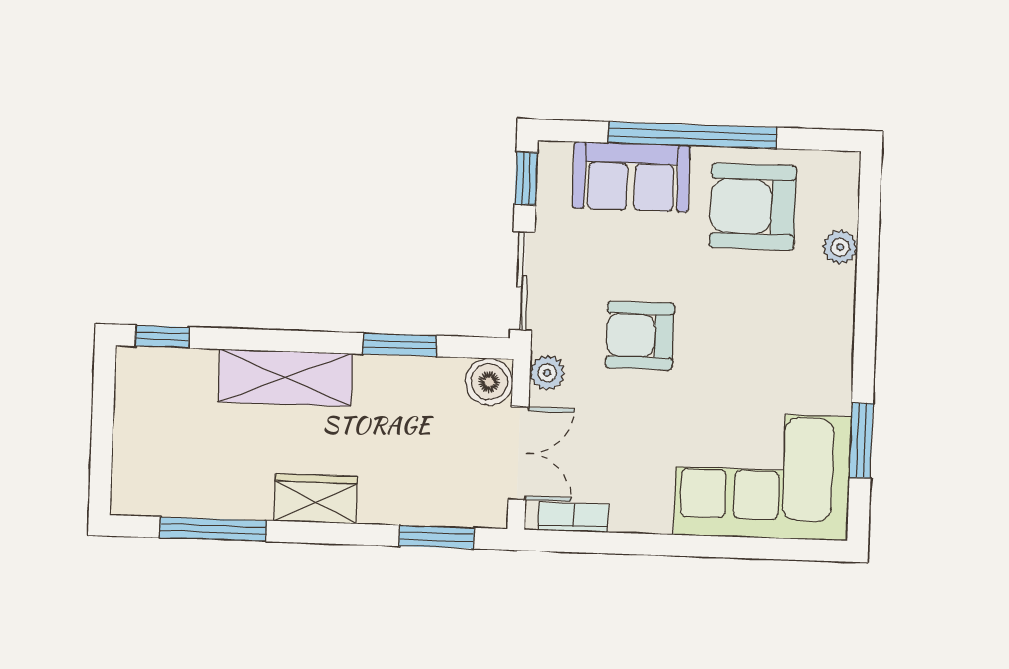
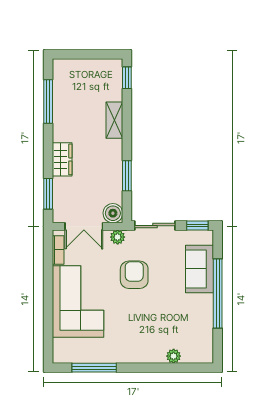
armchair: (753, 207) -> (189, 319), removed
shelving: (286, 378) -> (114, 120), width x0.67, depth x0.75
window: (861, 440) -> (94, 368), width x1.44
corner sofa: (763, 476) -> (78, 302), moved
wardrobe: (316, 499) -> (62, 159), moved

